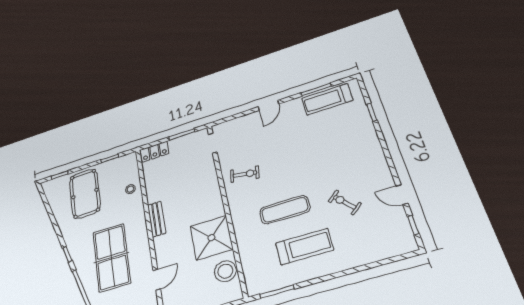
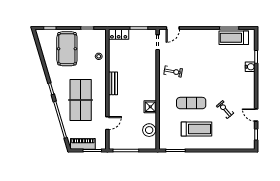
door: (269, 105) -> (173, 28), moved
water cooler: (367, 129) -> (250, 67), added
shower: (211, 238) -> (150, 107), width x0.54, depth x0.54

